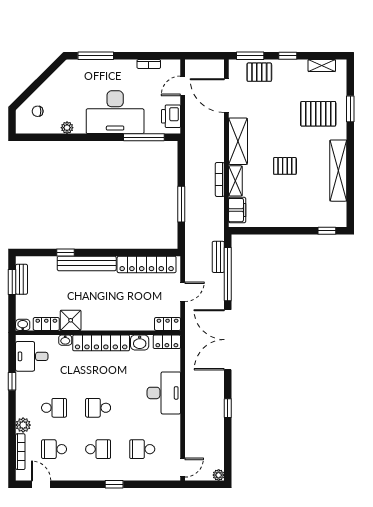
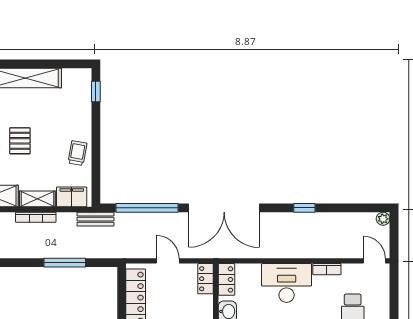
trolley: (274, 215) -> (77, 153), added
bench: (218, 257) -> (95, 219), moved
bookcase: (176, 427) -> (327, 269), added

